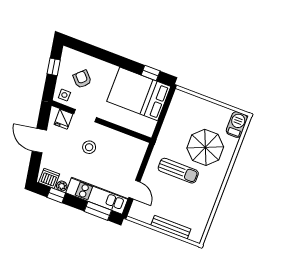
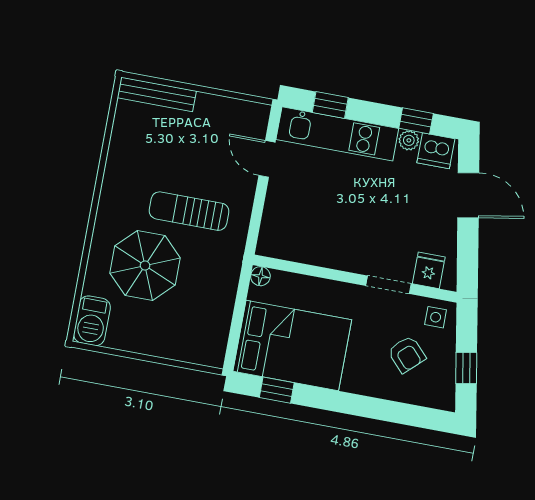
floor lamp: (148, 132) -> (260, 276), added
door: (39, 141) -> (468, 195), moved
stool: (89, 147) -> (370, 225), removed
window: (98, 211) -> (330, 105), width x0.67
bench: (171, 227) -> (157, 94), moved

